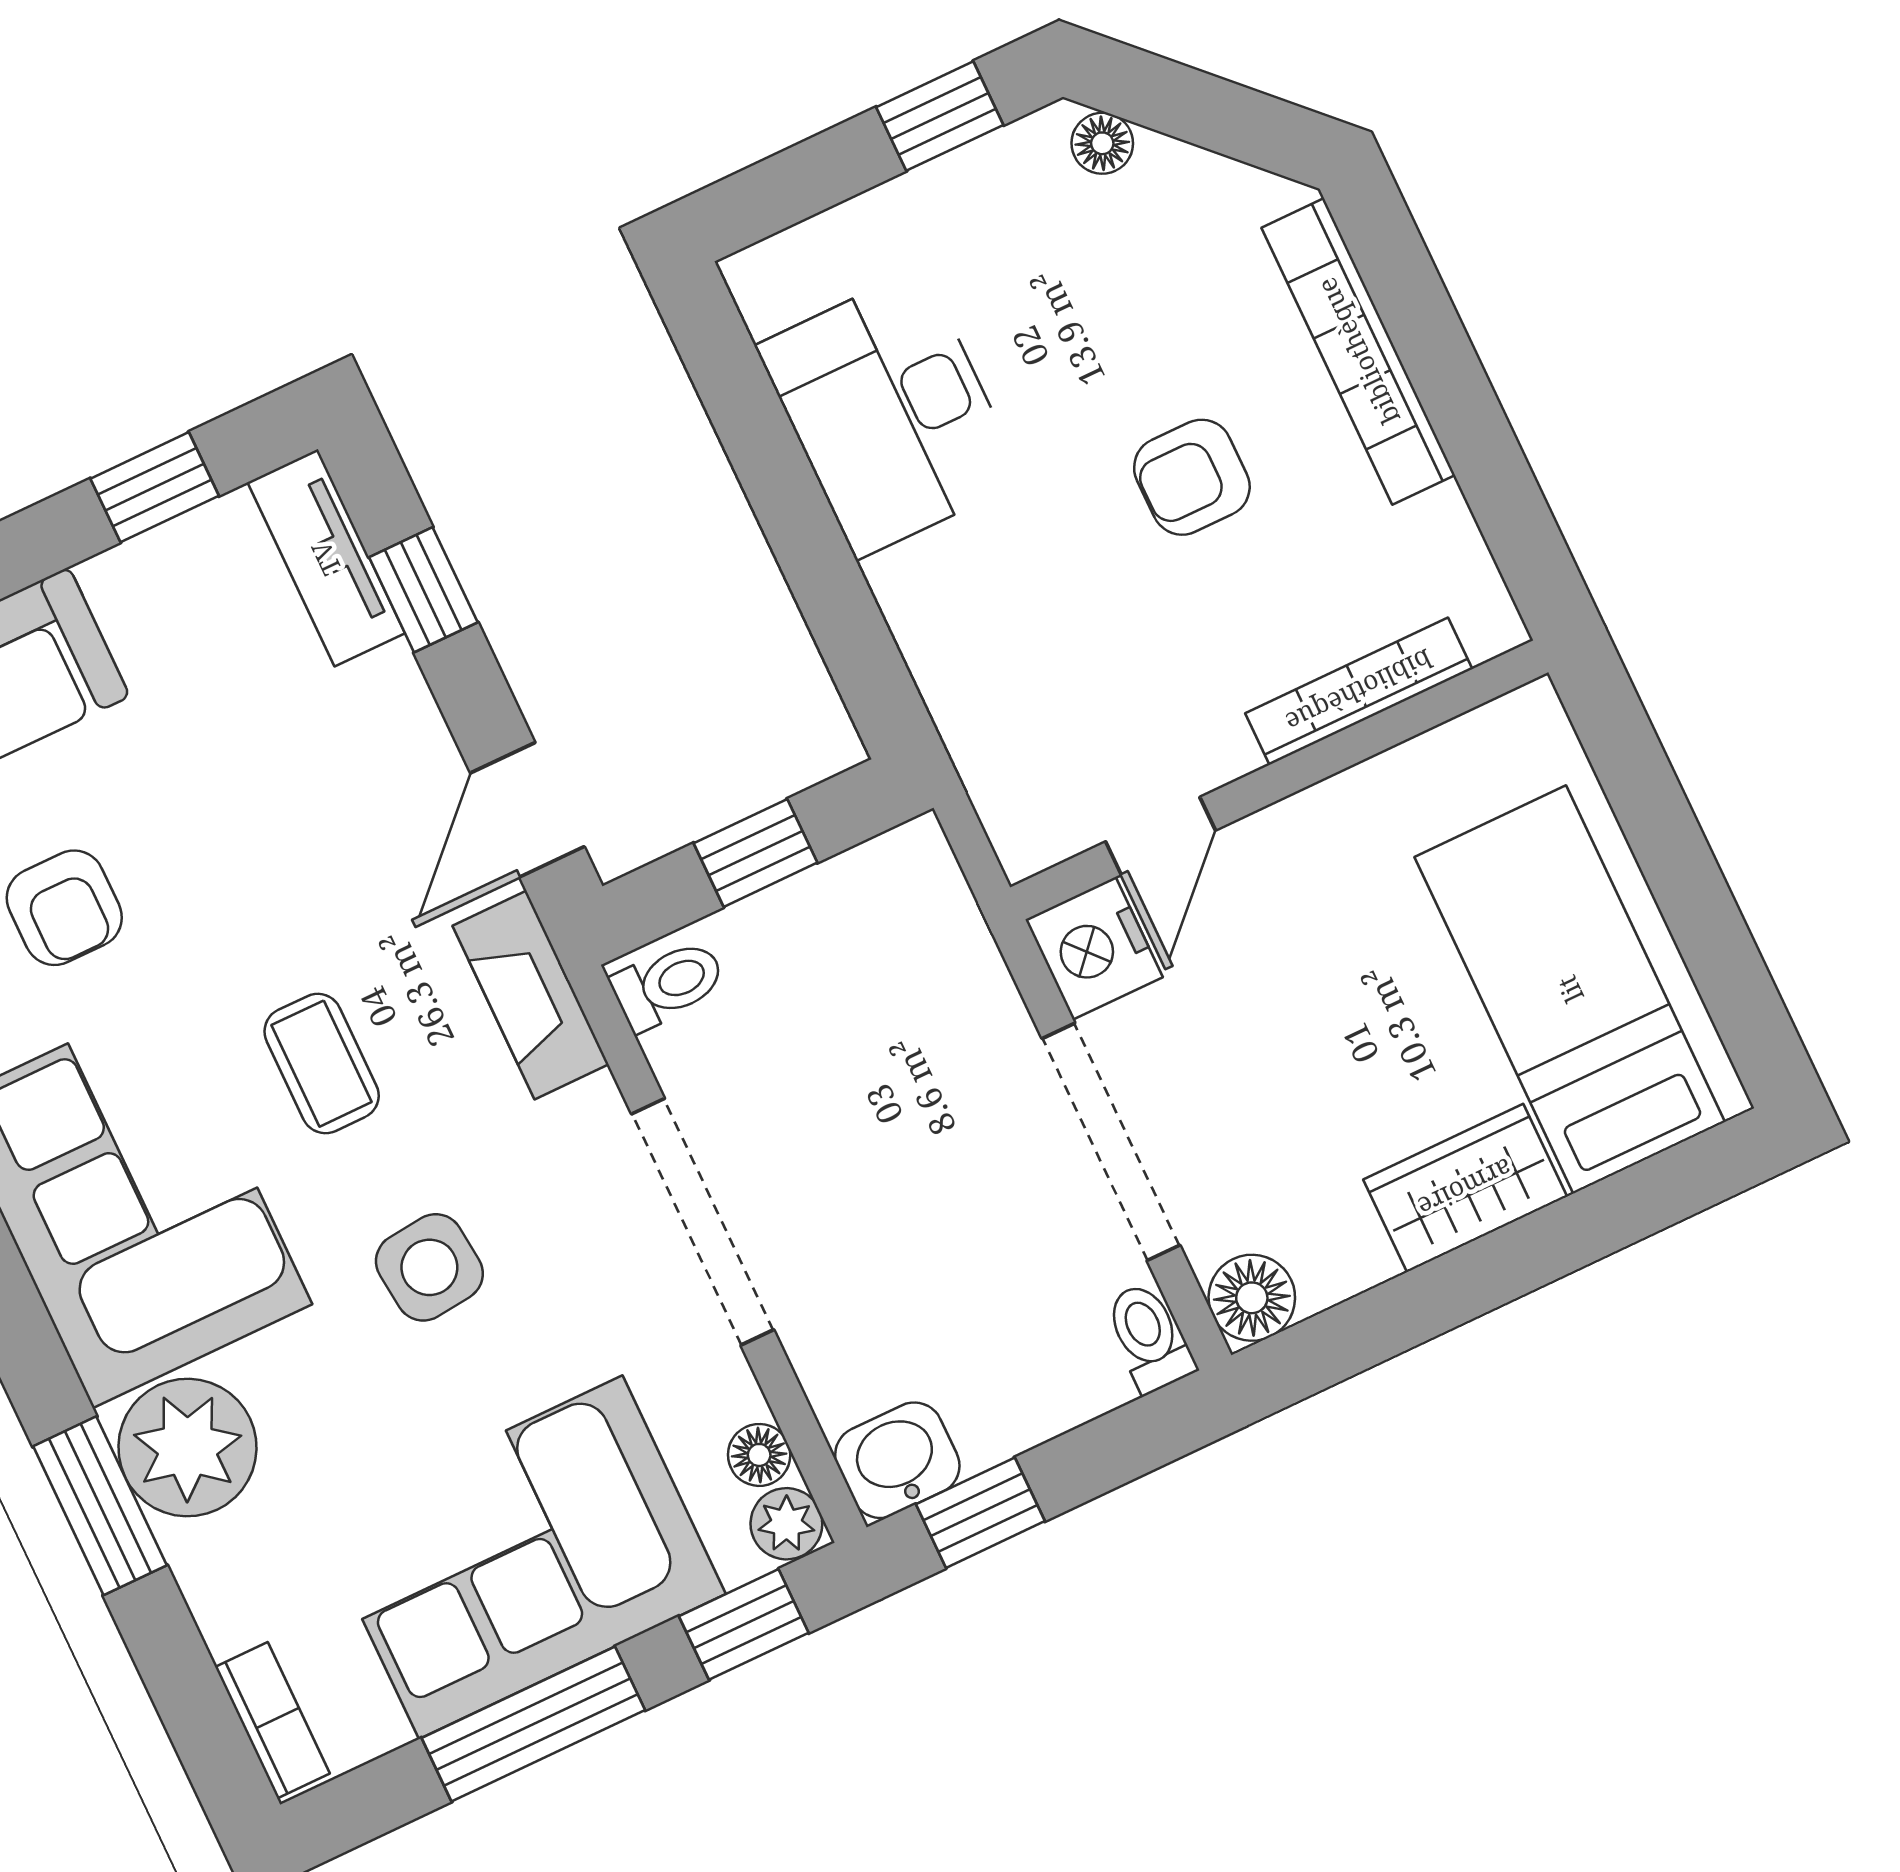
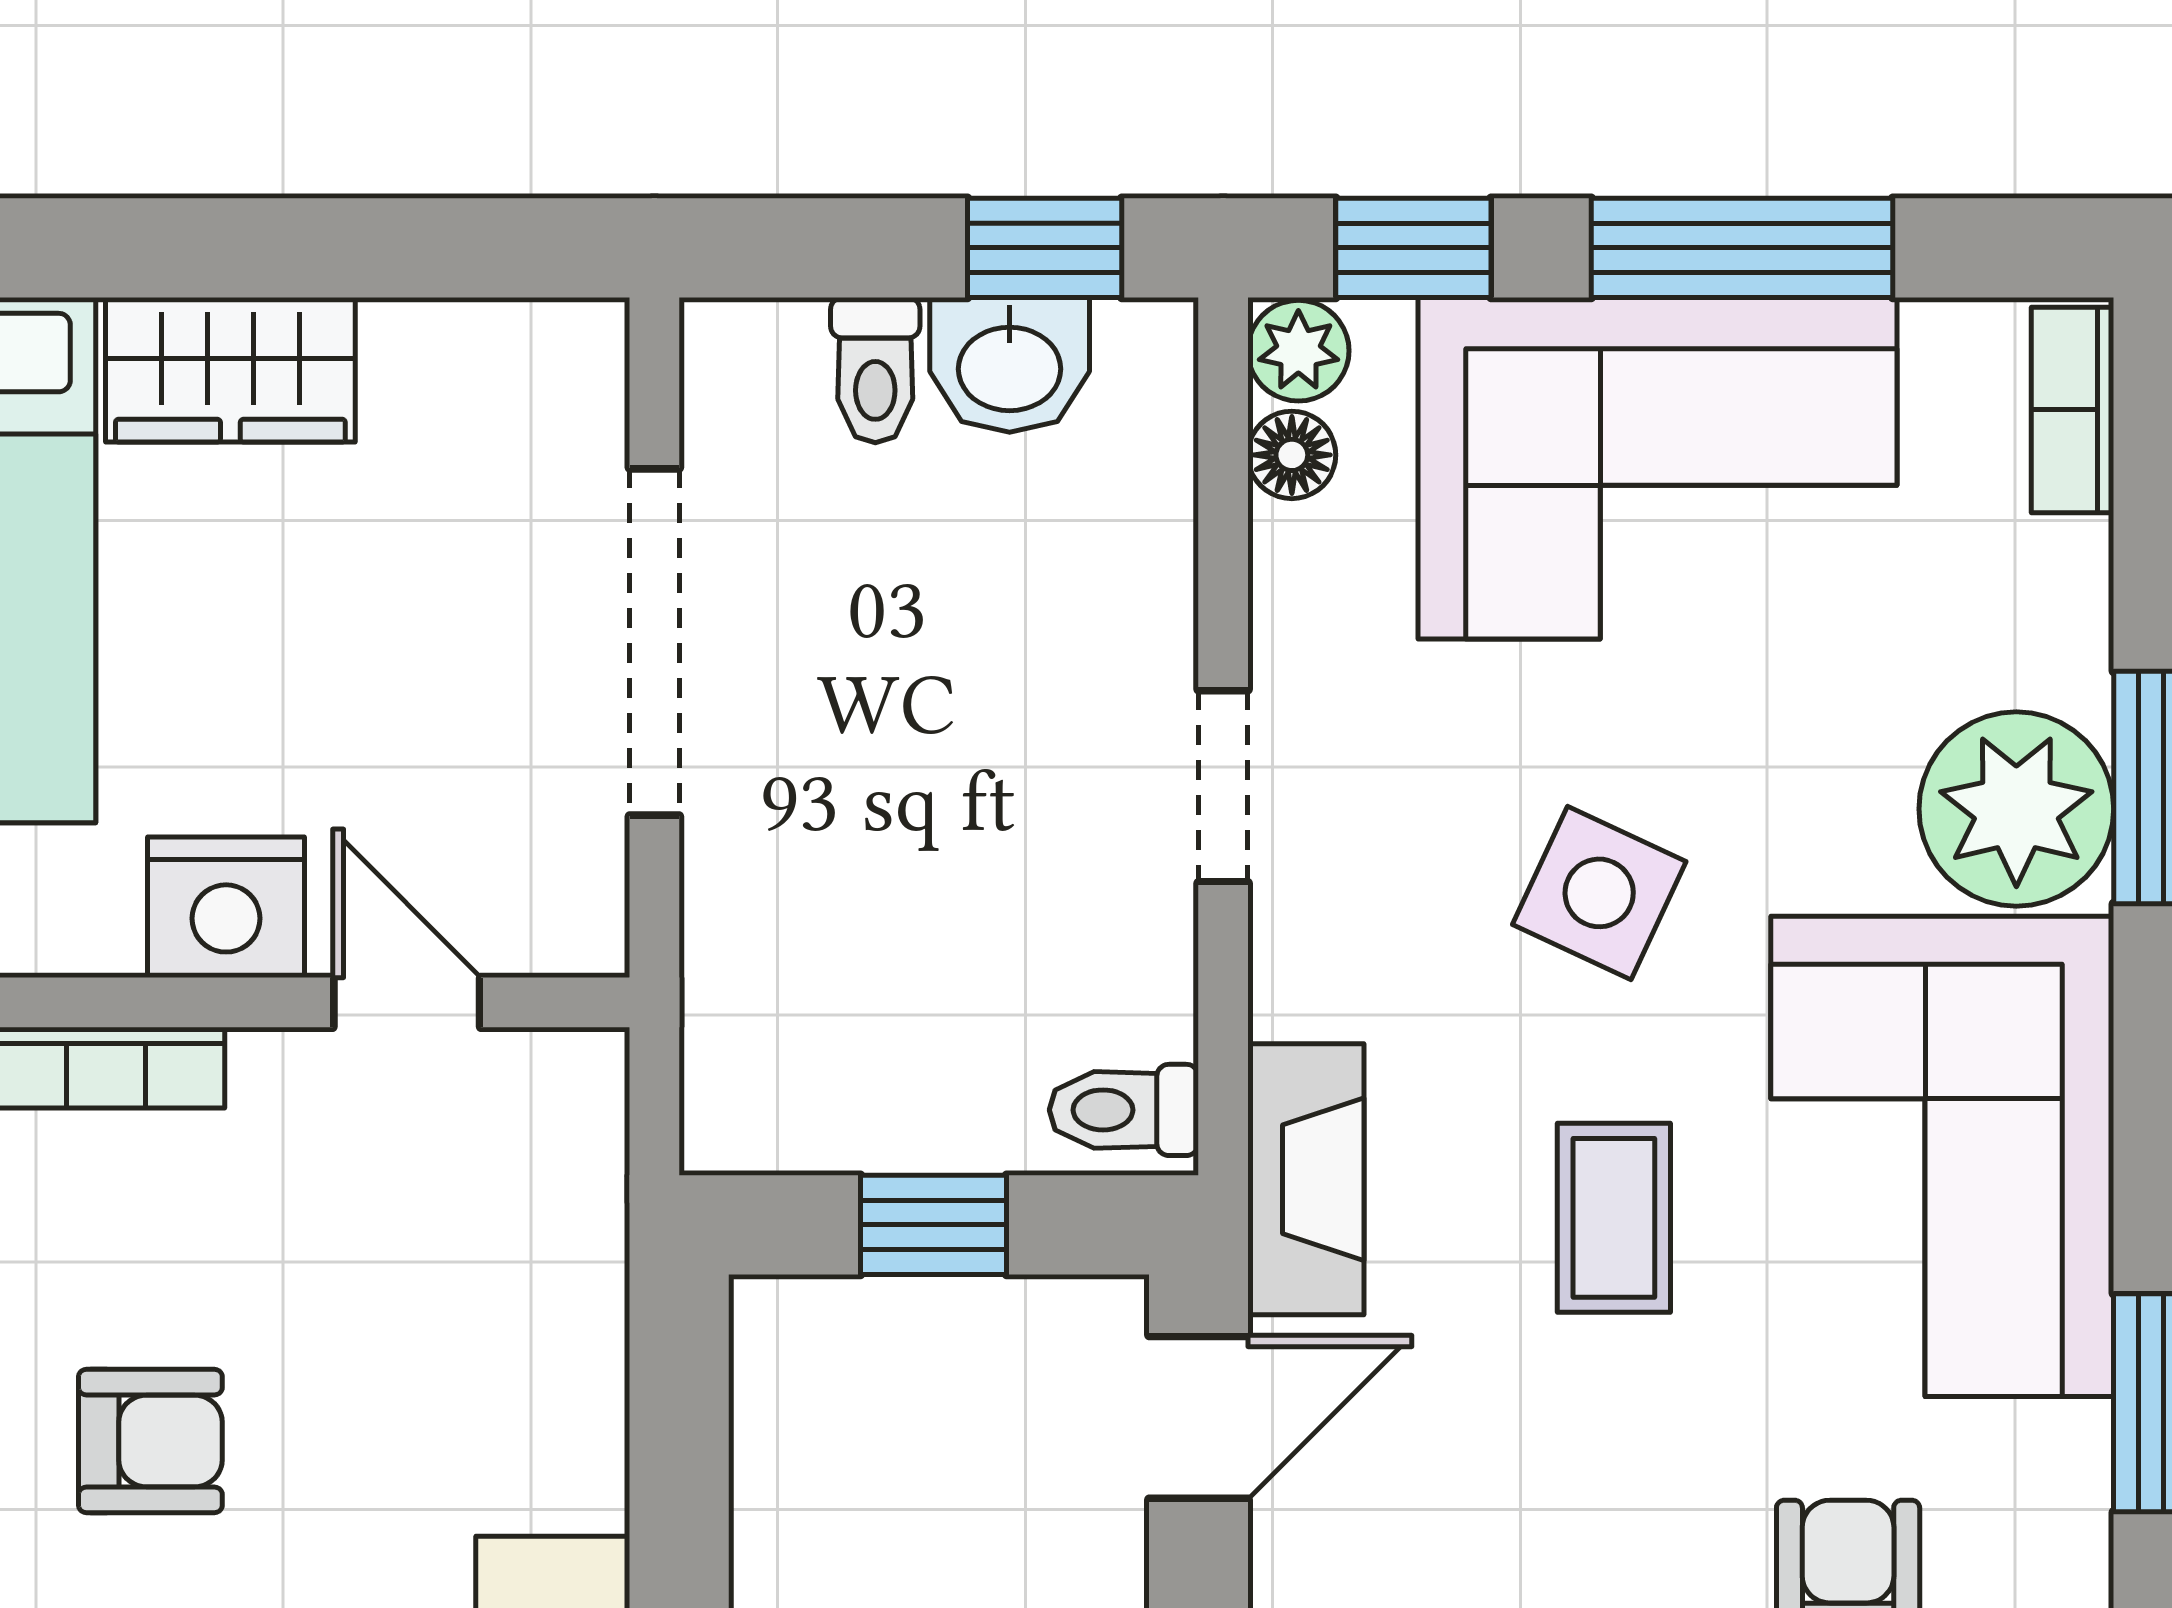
door: (1160, 836) -> (407, 1002), hinge flipped
nightstand: (1094, 948) -> (226, 907), moved, turned 90
doorway: (703, 1222) -> (1223, 786), width x0.53
side table: (429, 1267) -> (1599, 893), turned 31
floor lamp: (1252, 1298) -> (569, 358), removed
toilet: (1149, 1337) -> (875, 370), moved
washbasin: (897, 1460) -> (1010, 365), moved

